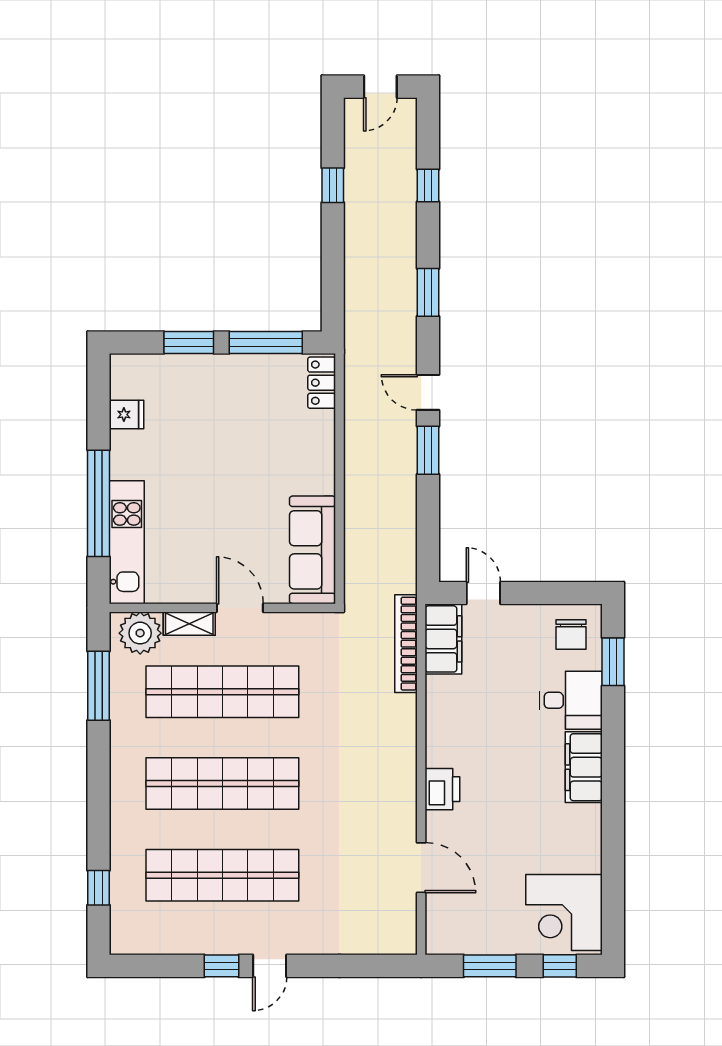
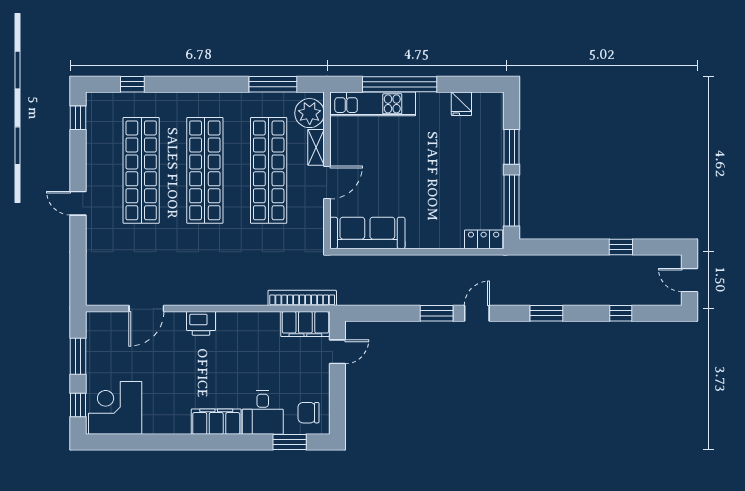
window: (222, 966) -> (78, 118), moved

